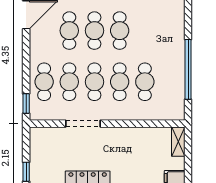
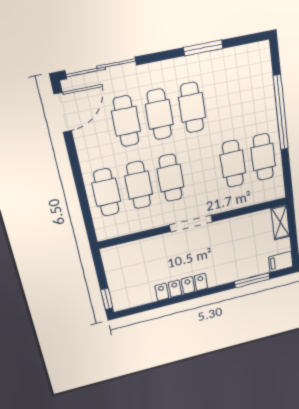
window: (188, 69) -> (281, 113), moved
cafe table: (120, 82) -> (263, 157), moved
window: (26, 103) -> (89, 223), removed
doorway: (83, 124) -> (191, 223), moved

